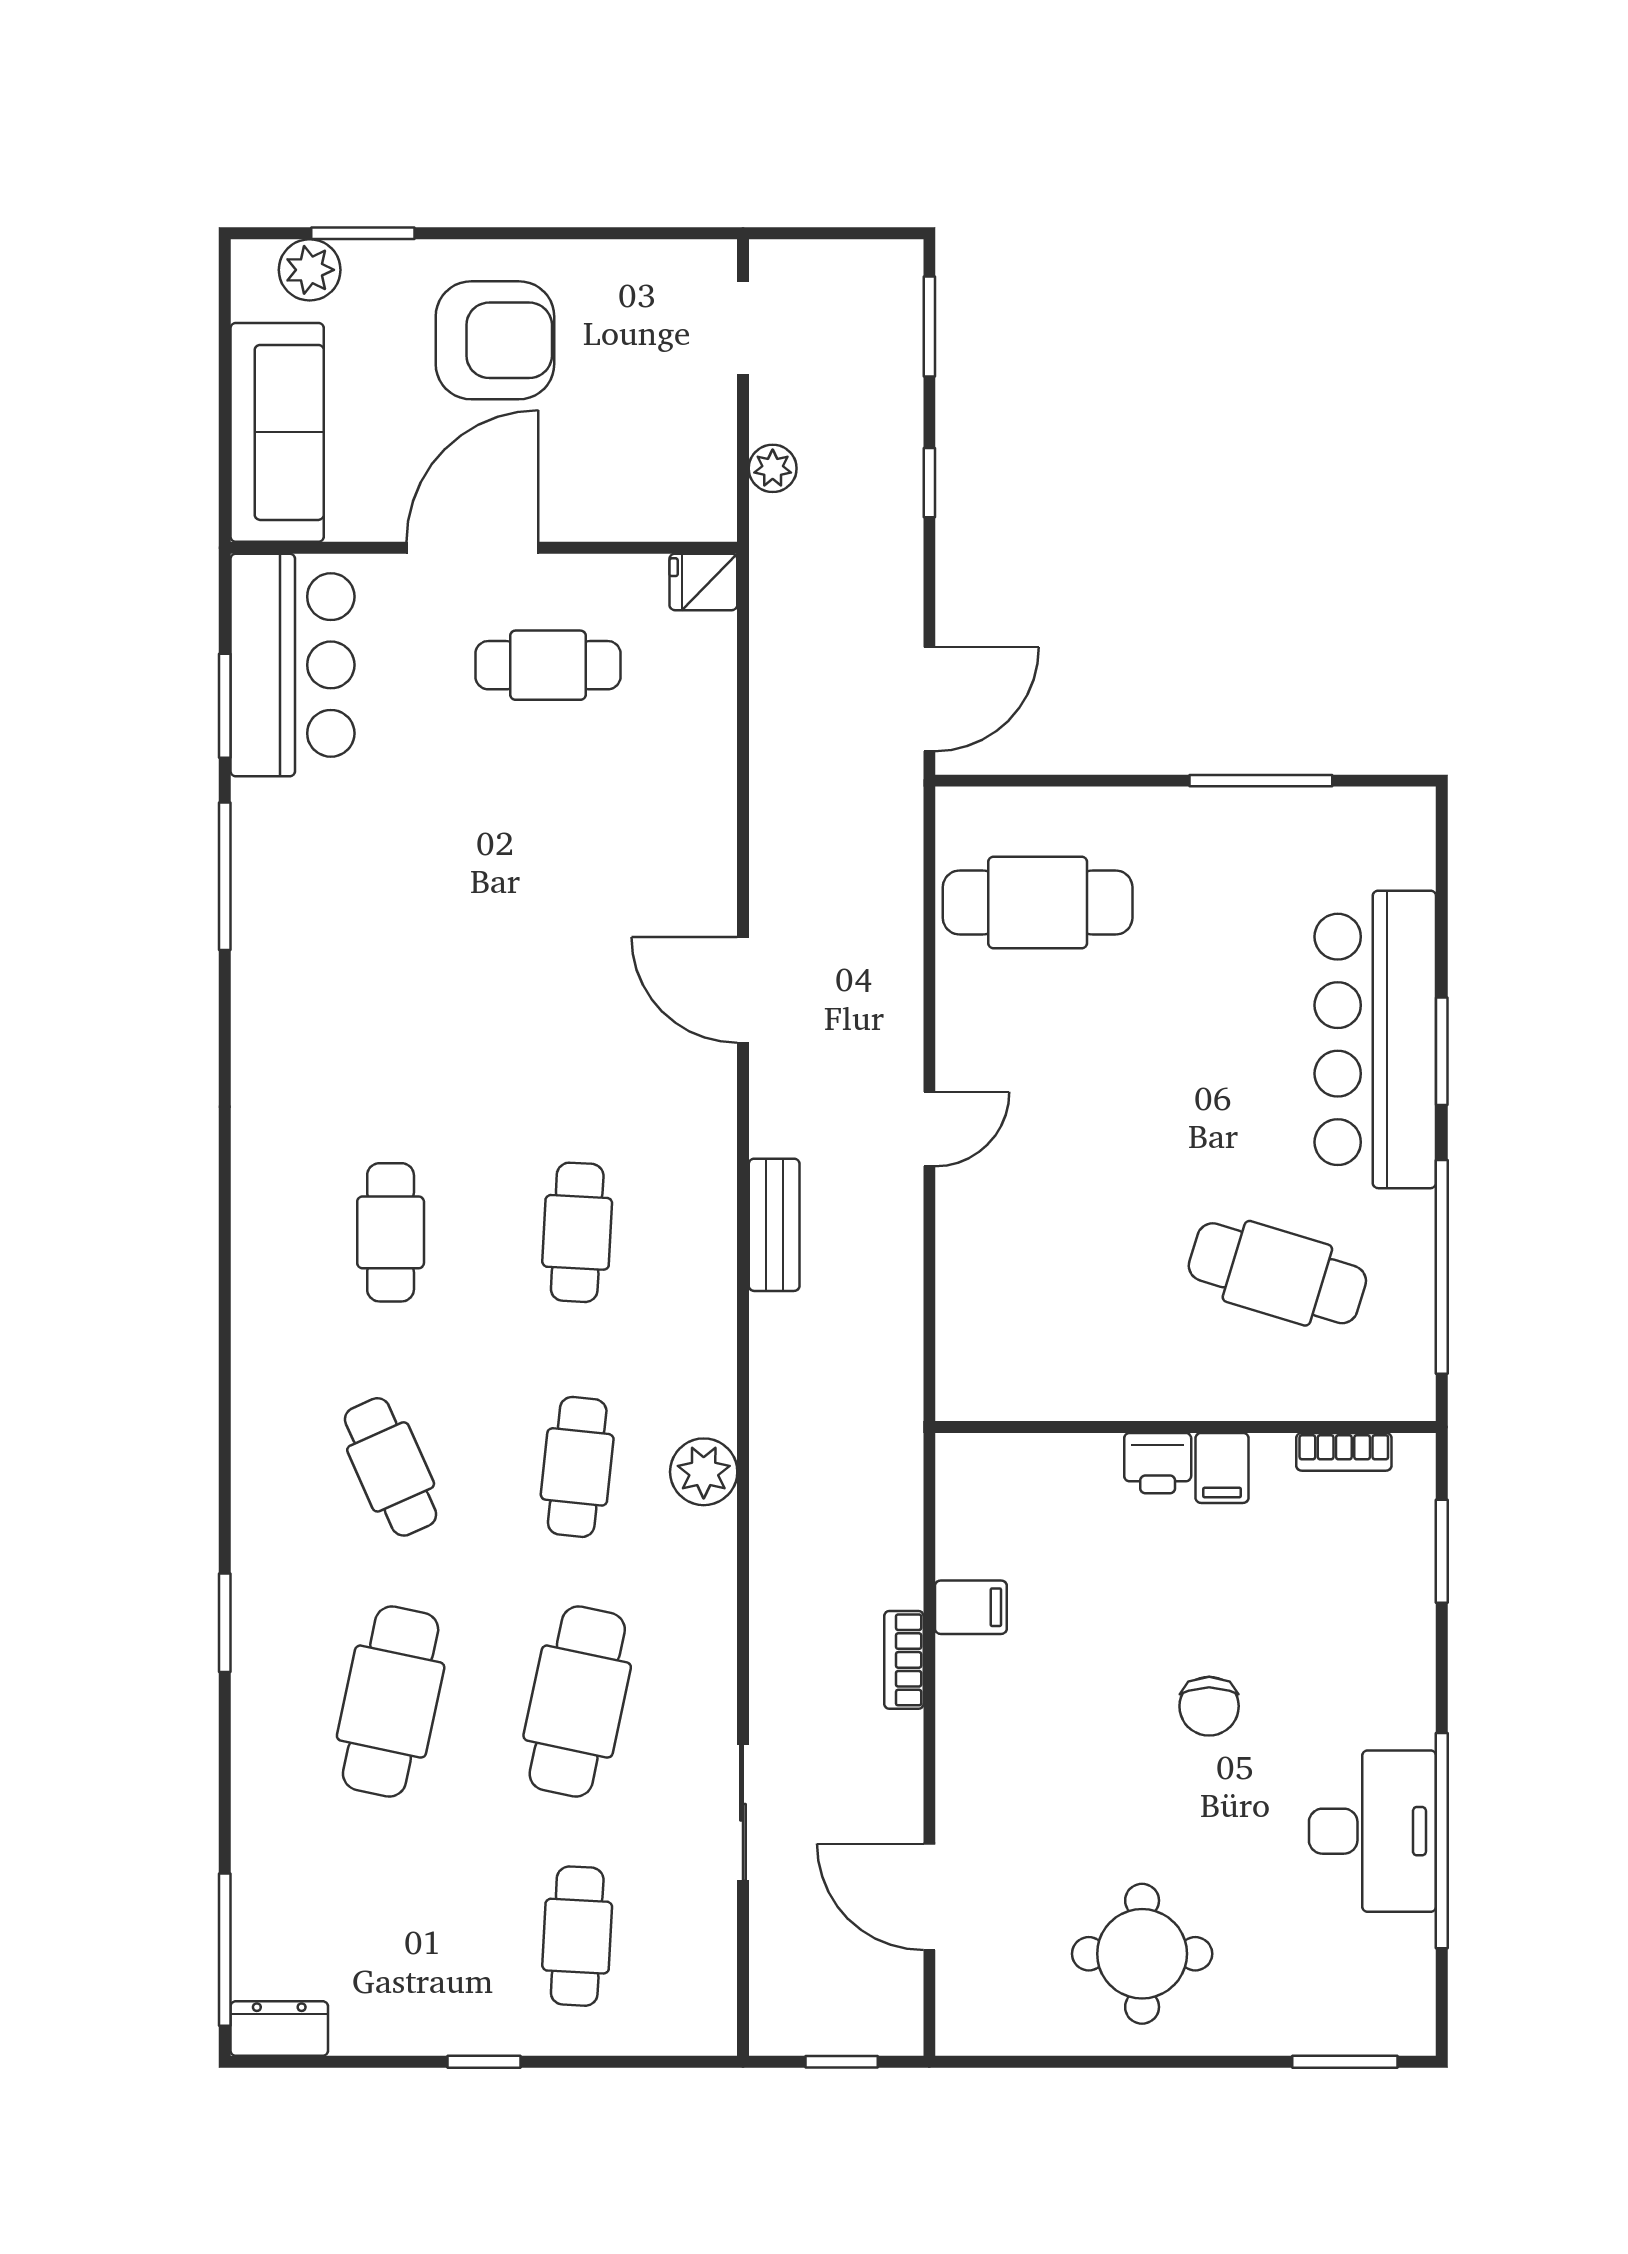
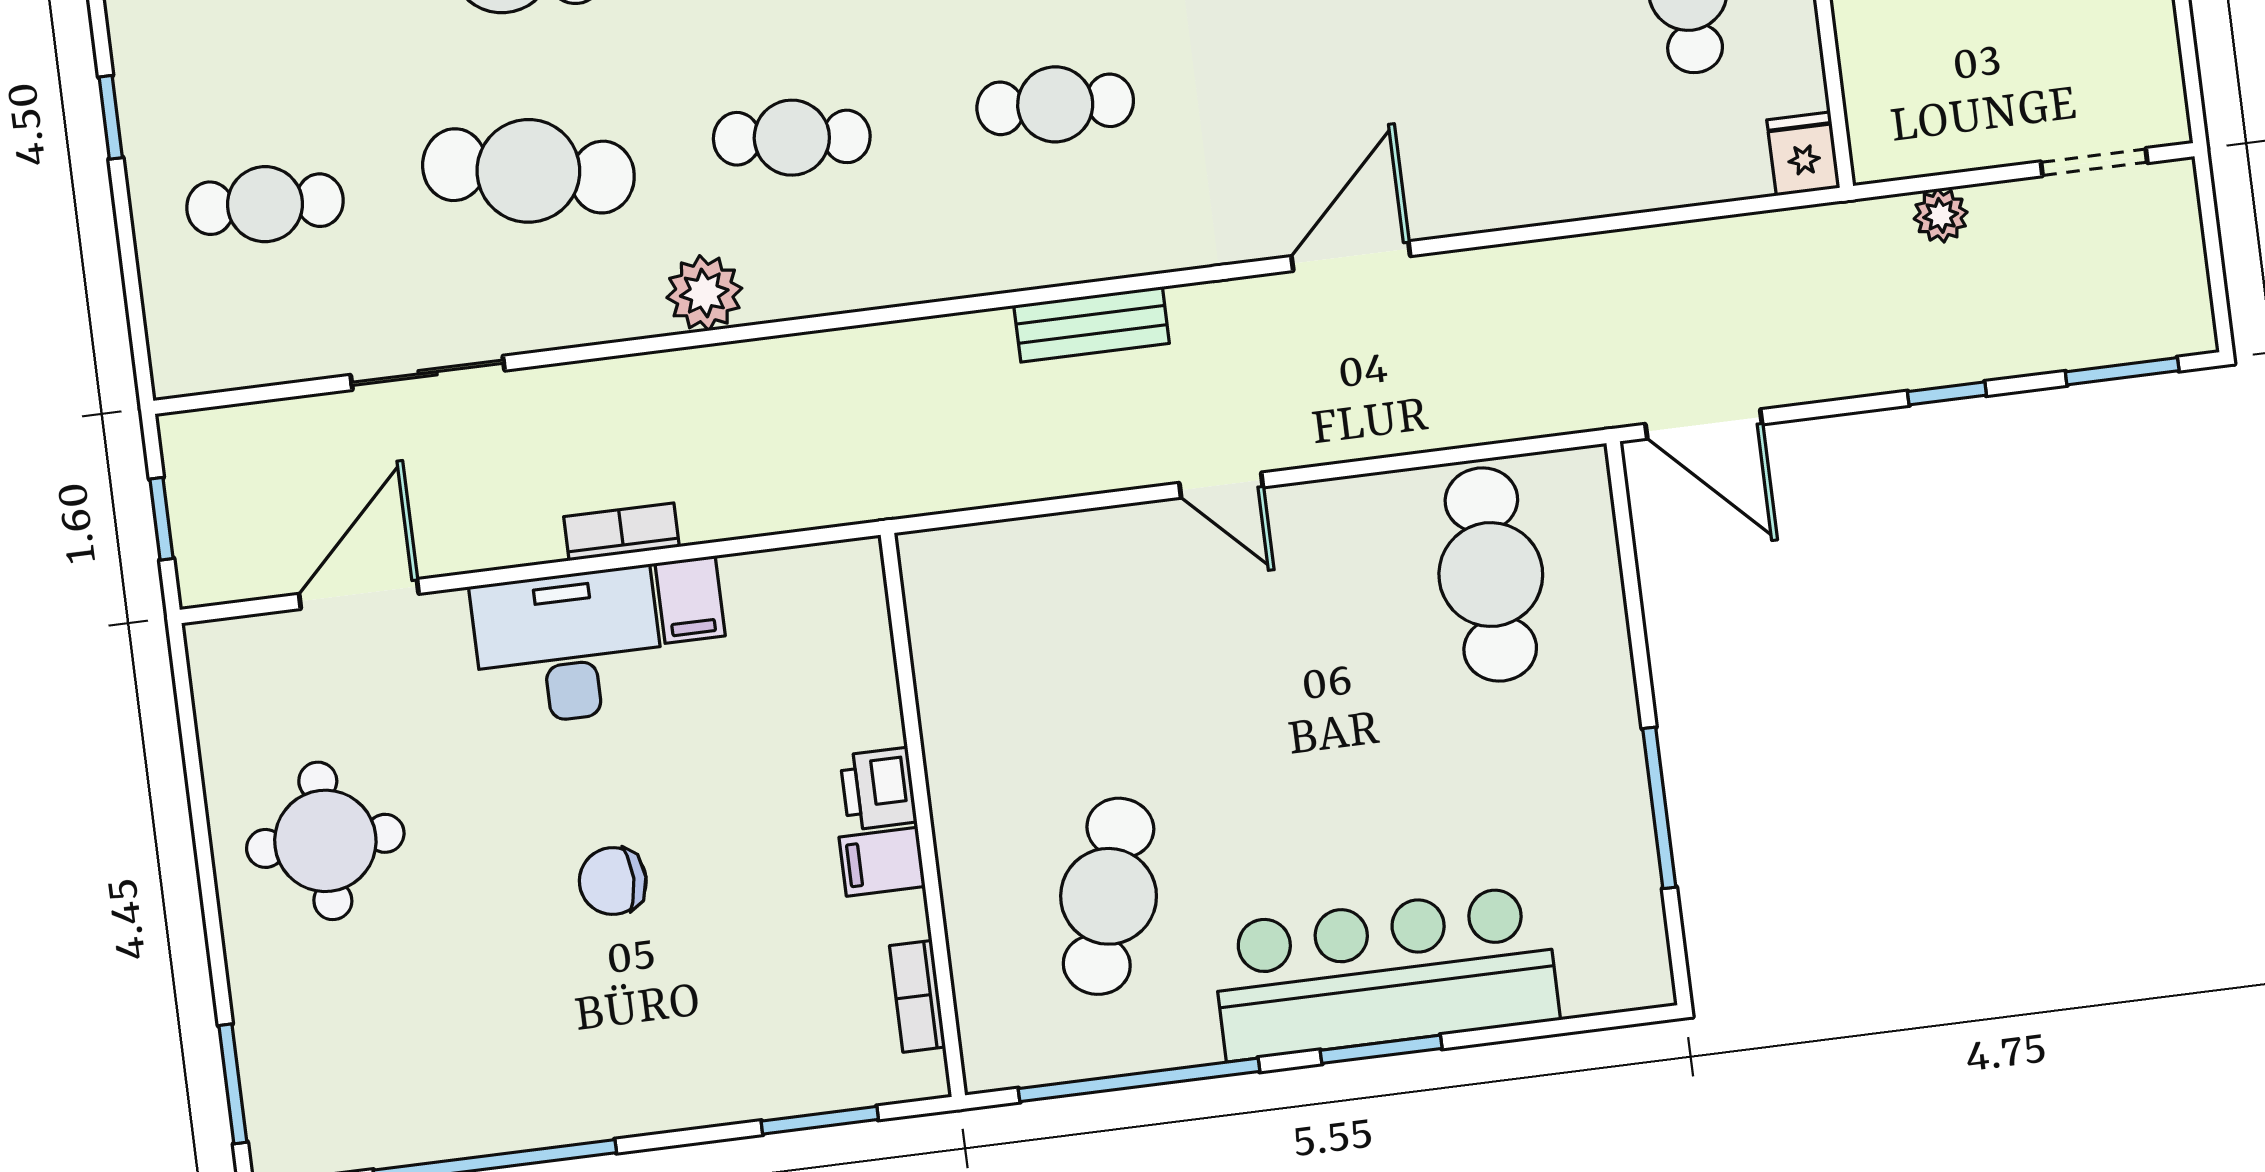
plant: (704, 1472) -> (704, 293), moved
desk: (1372, 1831) -> (568, 647), moved, turned 180

